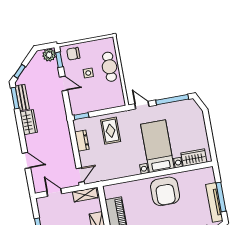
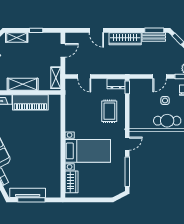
wardrobe: (29, 122) -> (125, 39), width x1.50
rug: (111, 131) -> (109, 111), turned 90
dresser: (82, 141) -> (116, 84), moved
door: (26, 160) -> (96, 30), hinge flipped
door: (80, 175) -> (84, 76), moved
armchair: (165, 191) -> (46, 150), removed

